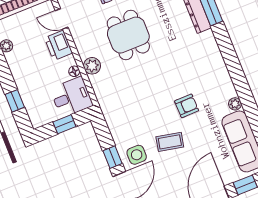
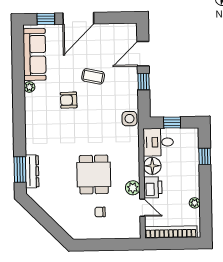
plant: (92, 66) -> (133, 188), moved
floor lamp: (74, 71) -> (152, 166), width x1.89, depth x1.89
side table: (137, 155) -> (129, 119), moved

